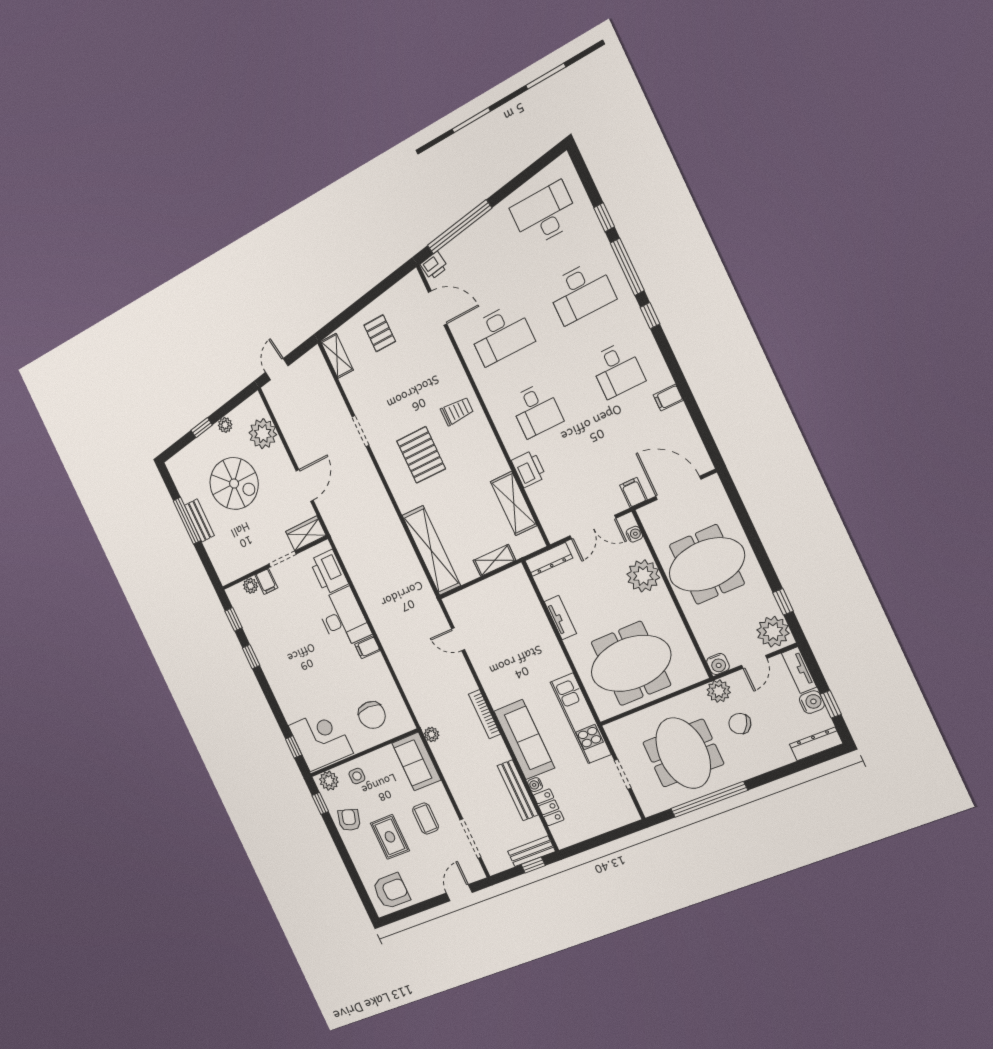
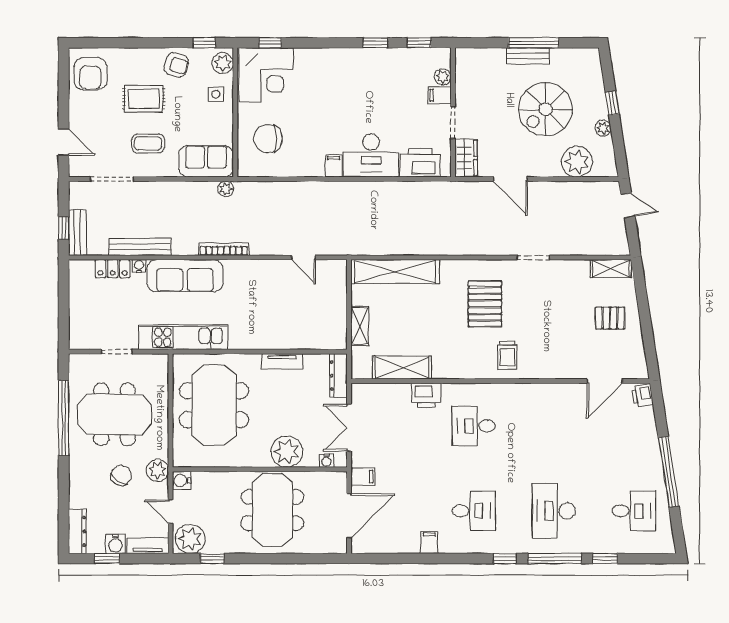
desk: (545, 214) -> (634, 511), width x0.73
window: (459, 227) -> (669, 472), moved
desk: (501, 334) -> (554, 426), removed
desk: (617, 370) -> (474, 511), turned 180
pallet: (421, 455) -> (485, 304), turned 90
door: (458, 639) -> (303, 257), swing flipped

